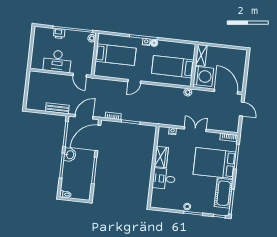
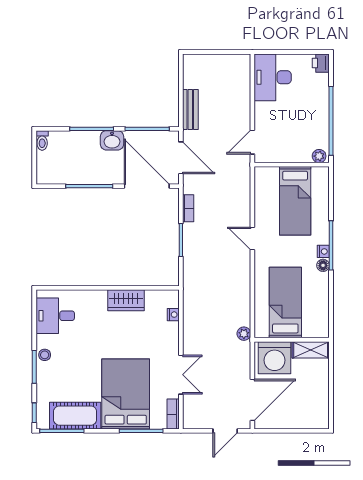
printer: (59, 34) -> (321, 63), moved
desk: (57, 61) -> (273, 77), moved
double door: (195, 129) -> (181, 375), moved
desk: (164, 179) -> (55, 316), moved, turned -90

